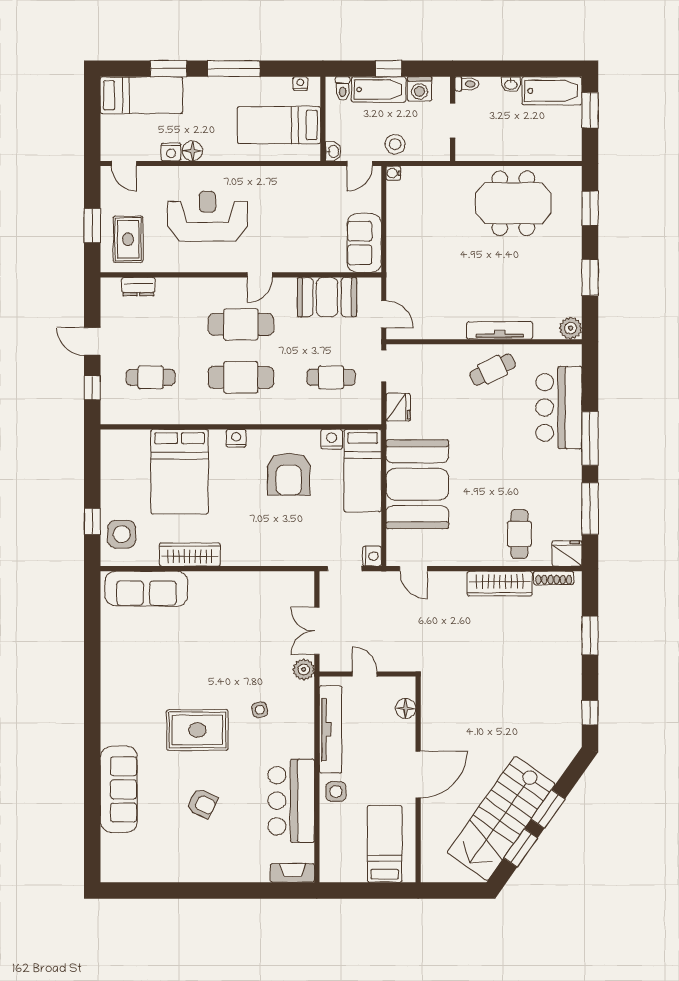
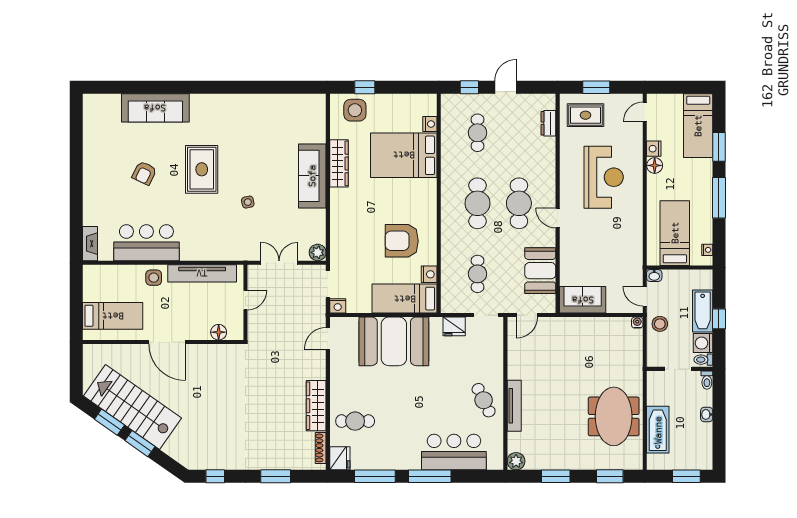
toilet: (343, 89) -> (703, 360), moved
bathtub: (552, 91) -> (658, 430), moved, turned 180
nightstand: (236, 438) -> (430, 124), moved
sofa: (146, 589) -> (312, 176), moved
plant: (304, 669) -> (318, 252), moved
side table: (260, 710) -> (248, 202), moved

